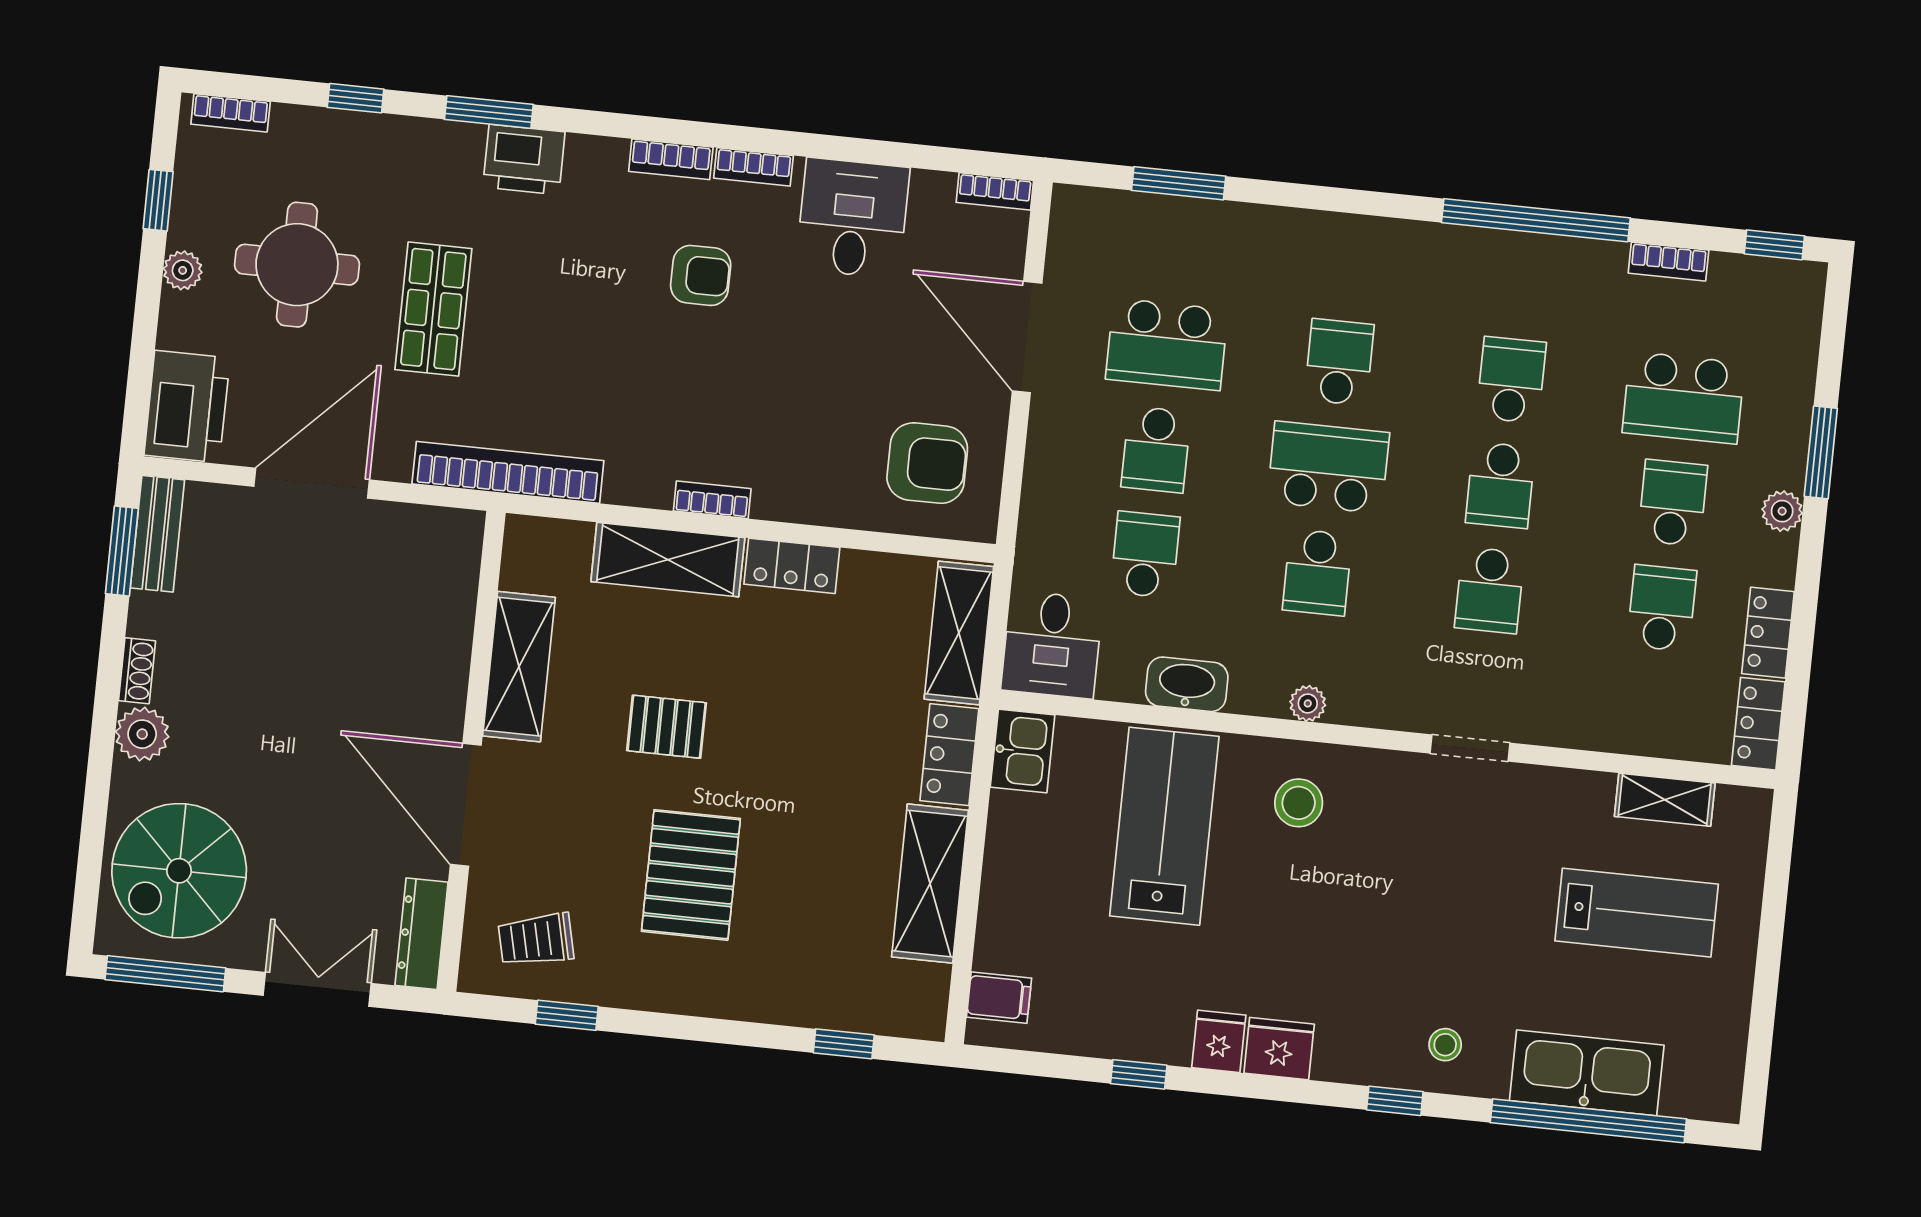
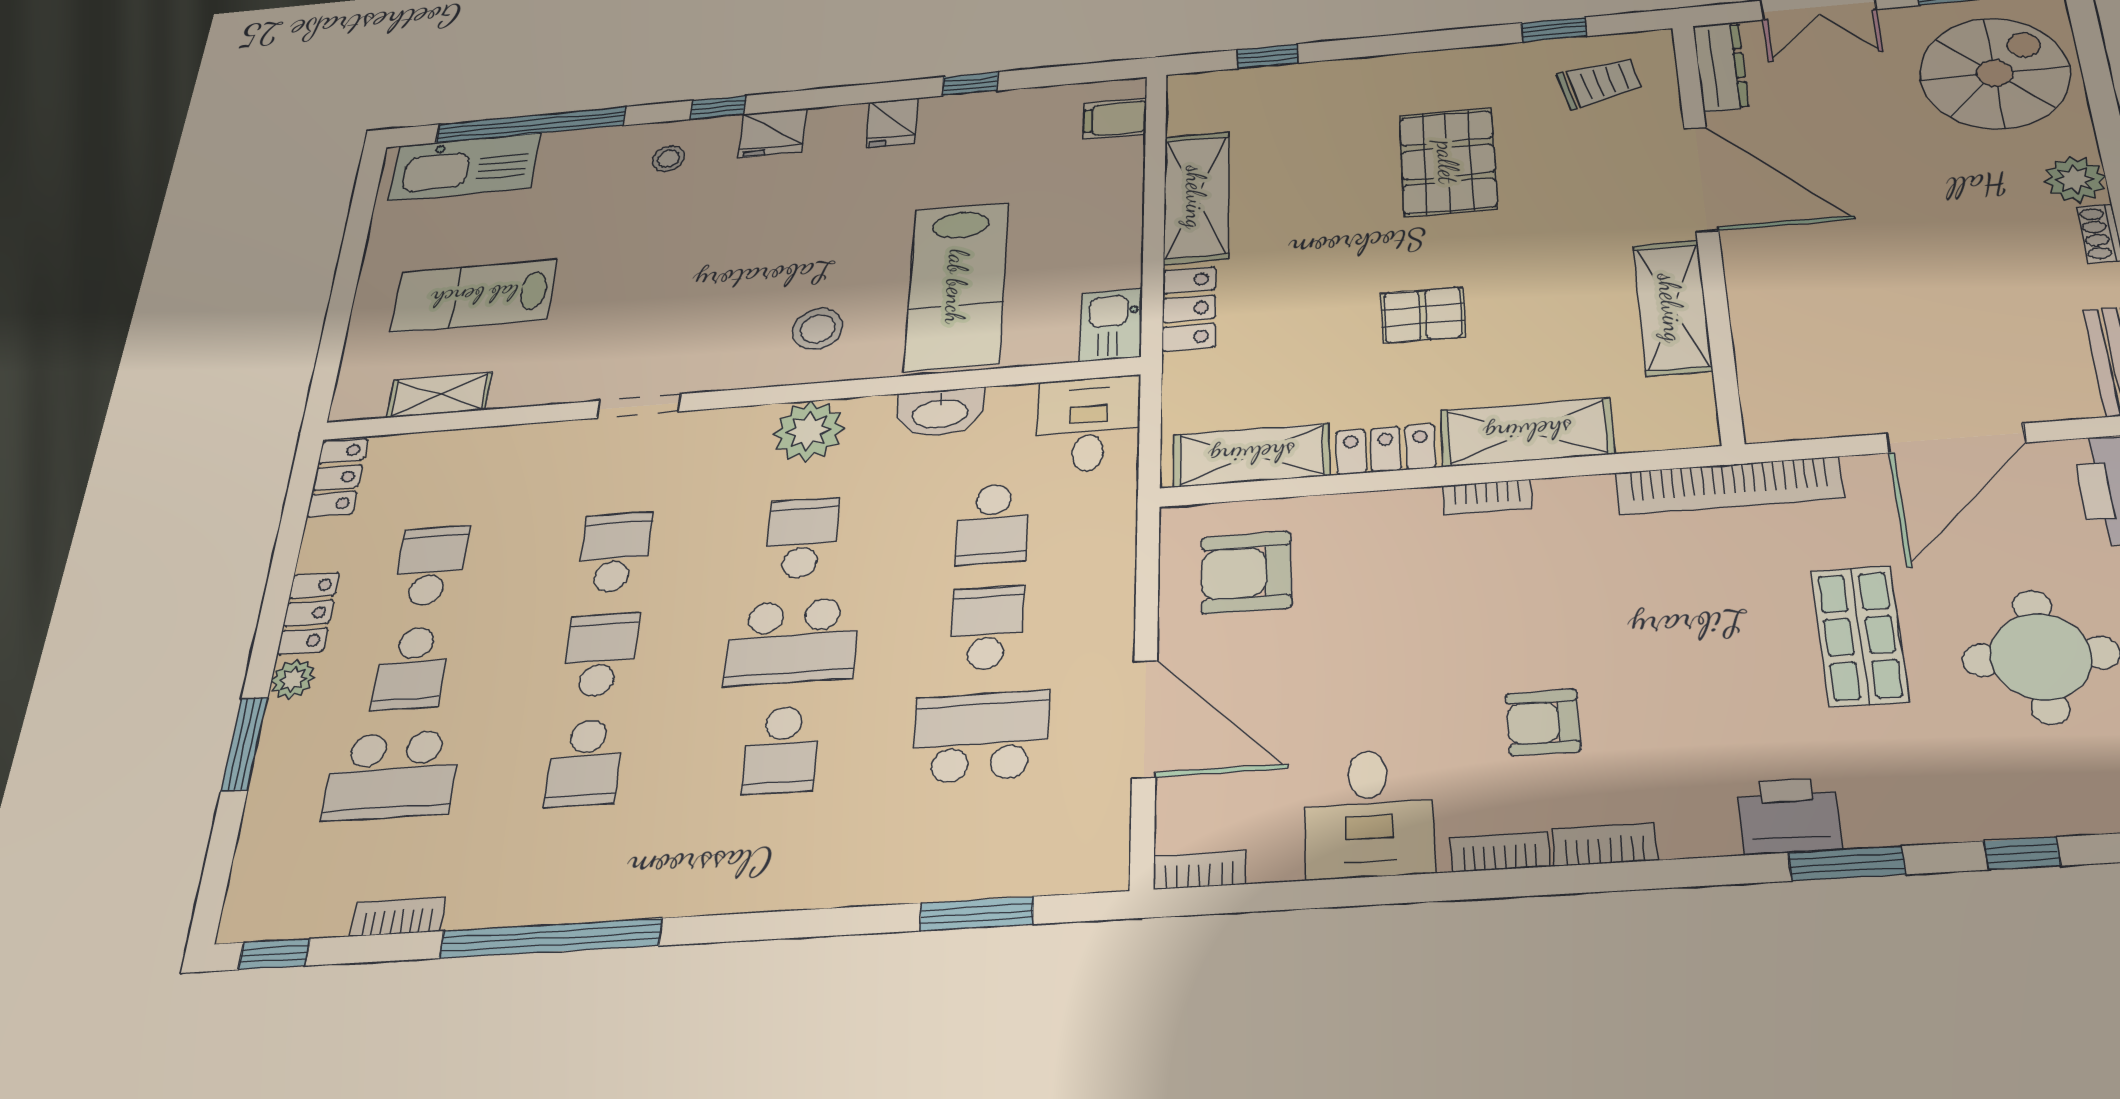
school desk: (1684, 398) -> (392, 775), turned 180
school desk: (1662, 608) -> (430, 566), turned 180
shelving: (959, 633) -> (1251, 455), moved, turned 90
locker: (1768, 633) -> (308, 613), moved
plant: (1308, 703) -> (809, 431), width x1.88, depth x1.88
pallet: (667, 727) -> (1423, 315), moved
fridge: (1279, 1049) -> (773, 133), moved
kitchen sink: (1587, 1073) -> (465, 167), moved

